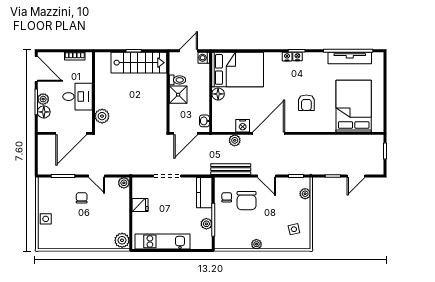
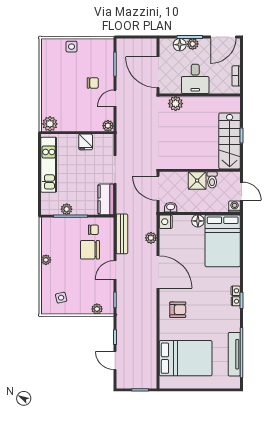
armchair: (306, 103) -> (178, 310), moved, turned 180
nightstand: (243, 126) -> (166, 222), moved
kitchen counter: (204, 193) -> (106, 199), moved, turned -90

